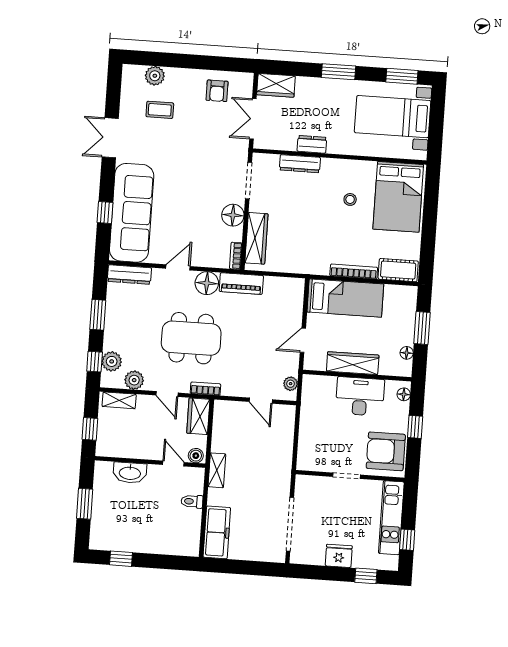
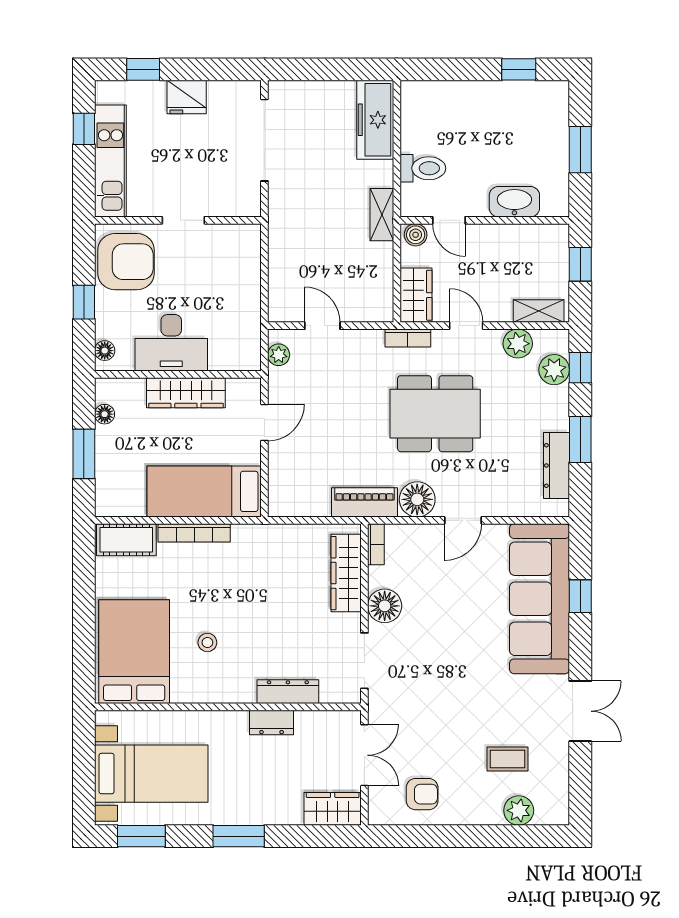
armchair: (217, 91) -> (422, 794), turned 90
dresser: (129, 275) -> (556, 465), moved, turned -90
toilet: (192, 501) -> (423, 168), width x1.37, depth x1.39

